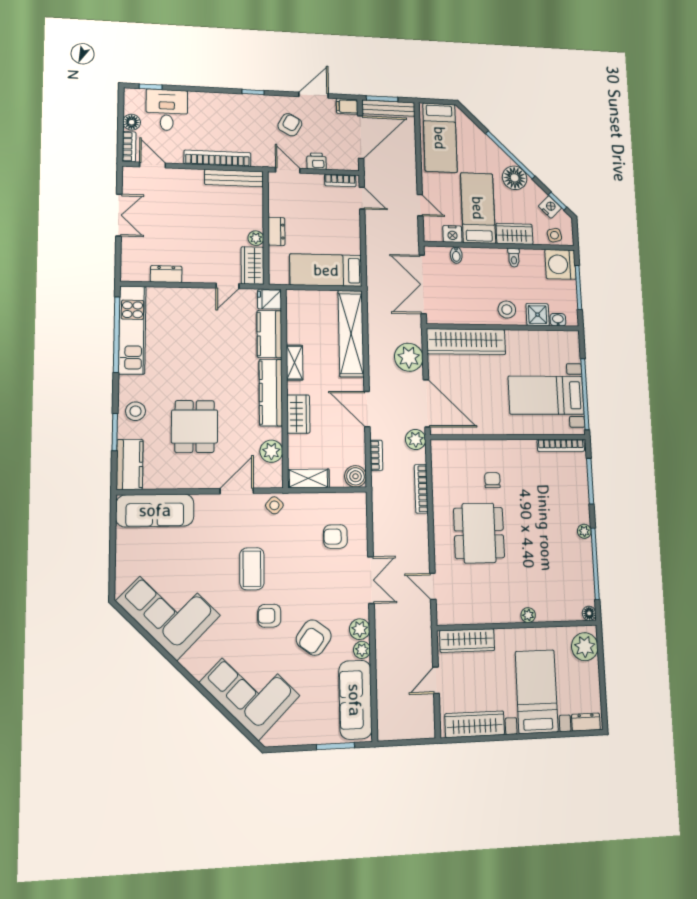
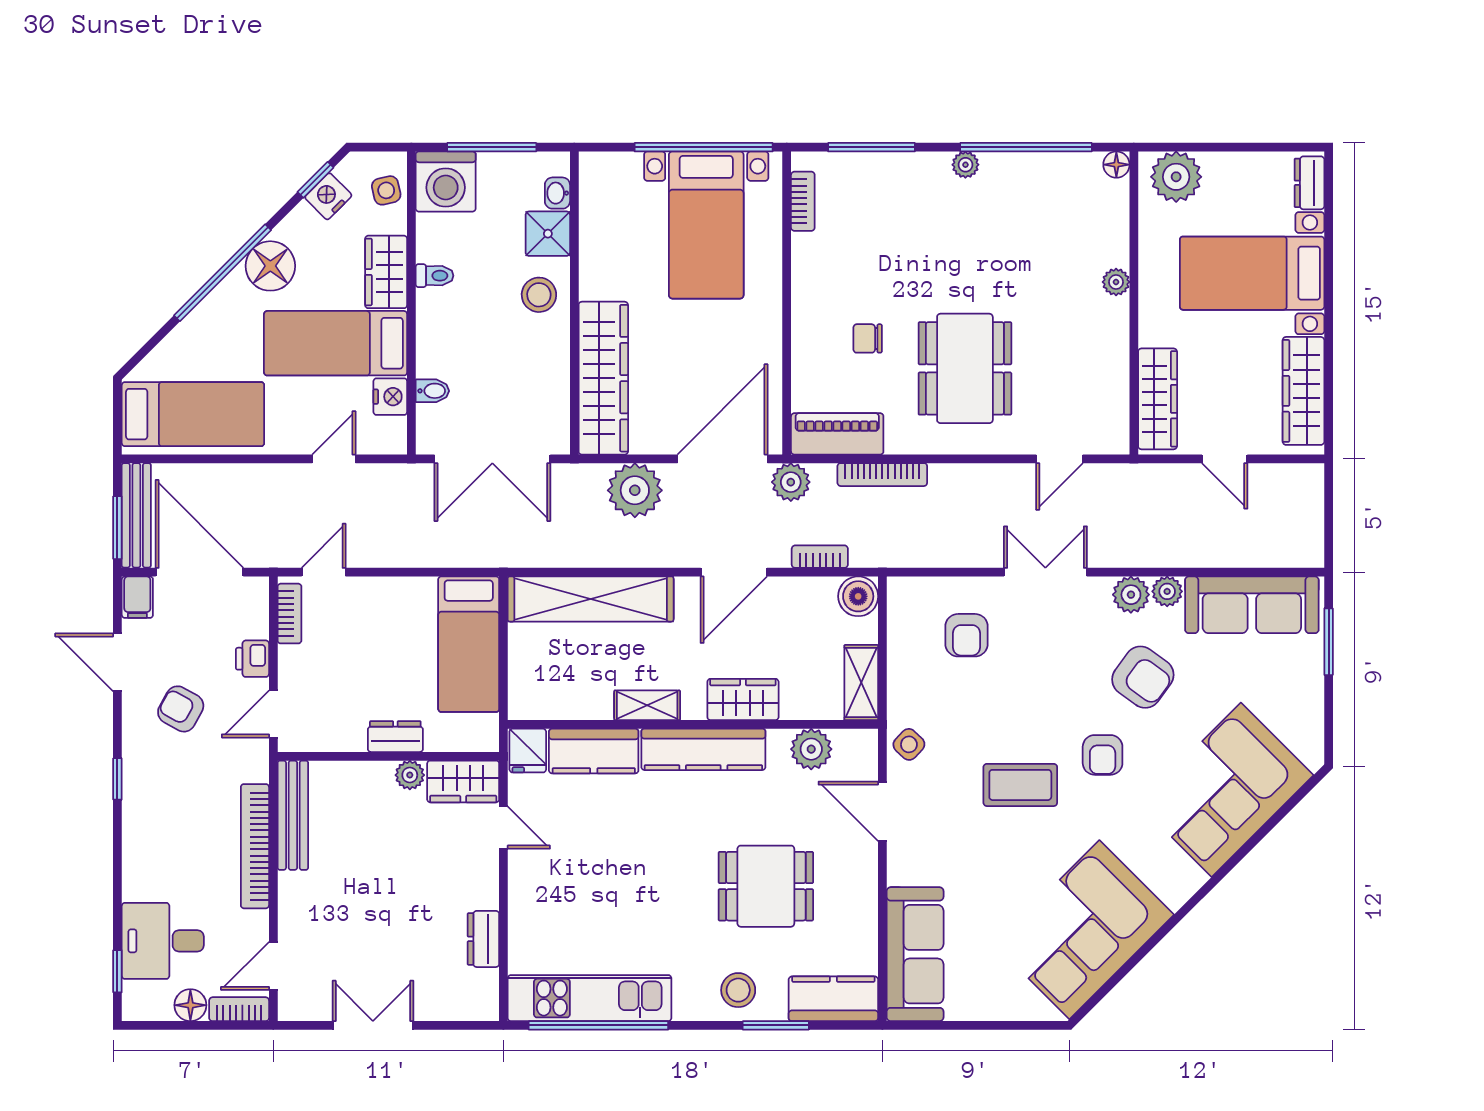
bookcase: (561, 445) -> (803, 201), width x0.64
piano: (442, 464) -> (837, 434), added
dining table: (479, 533) -> (965, 368), turned 90

